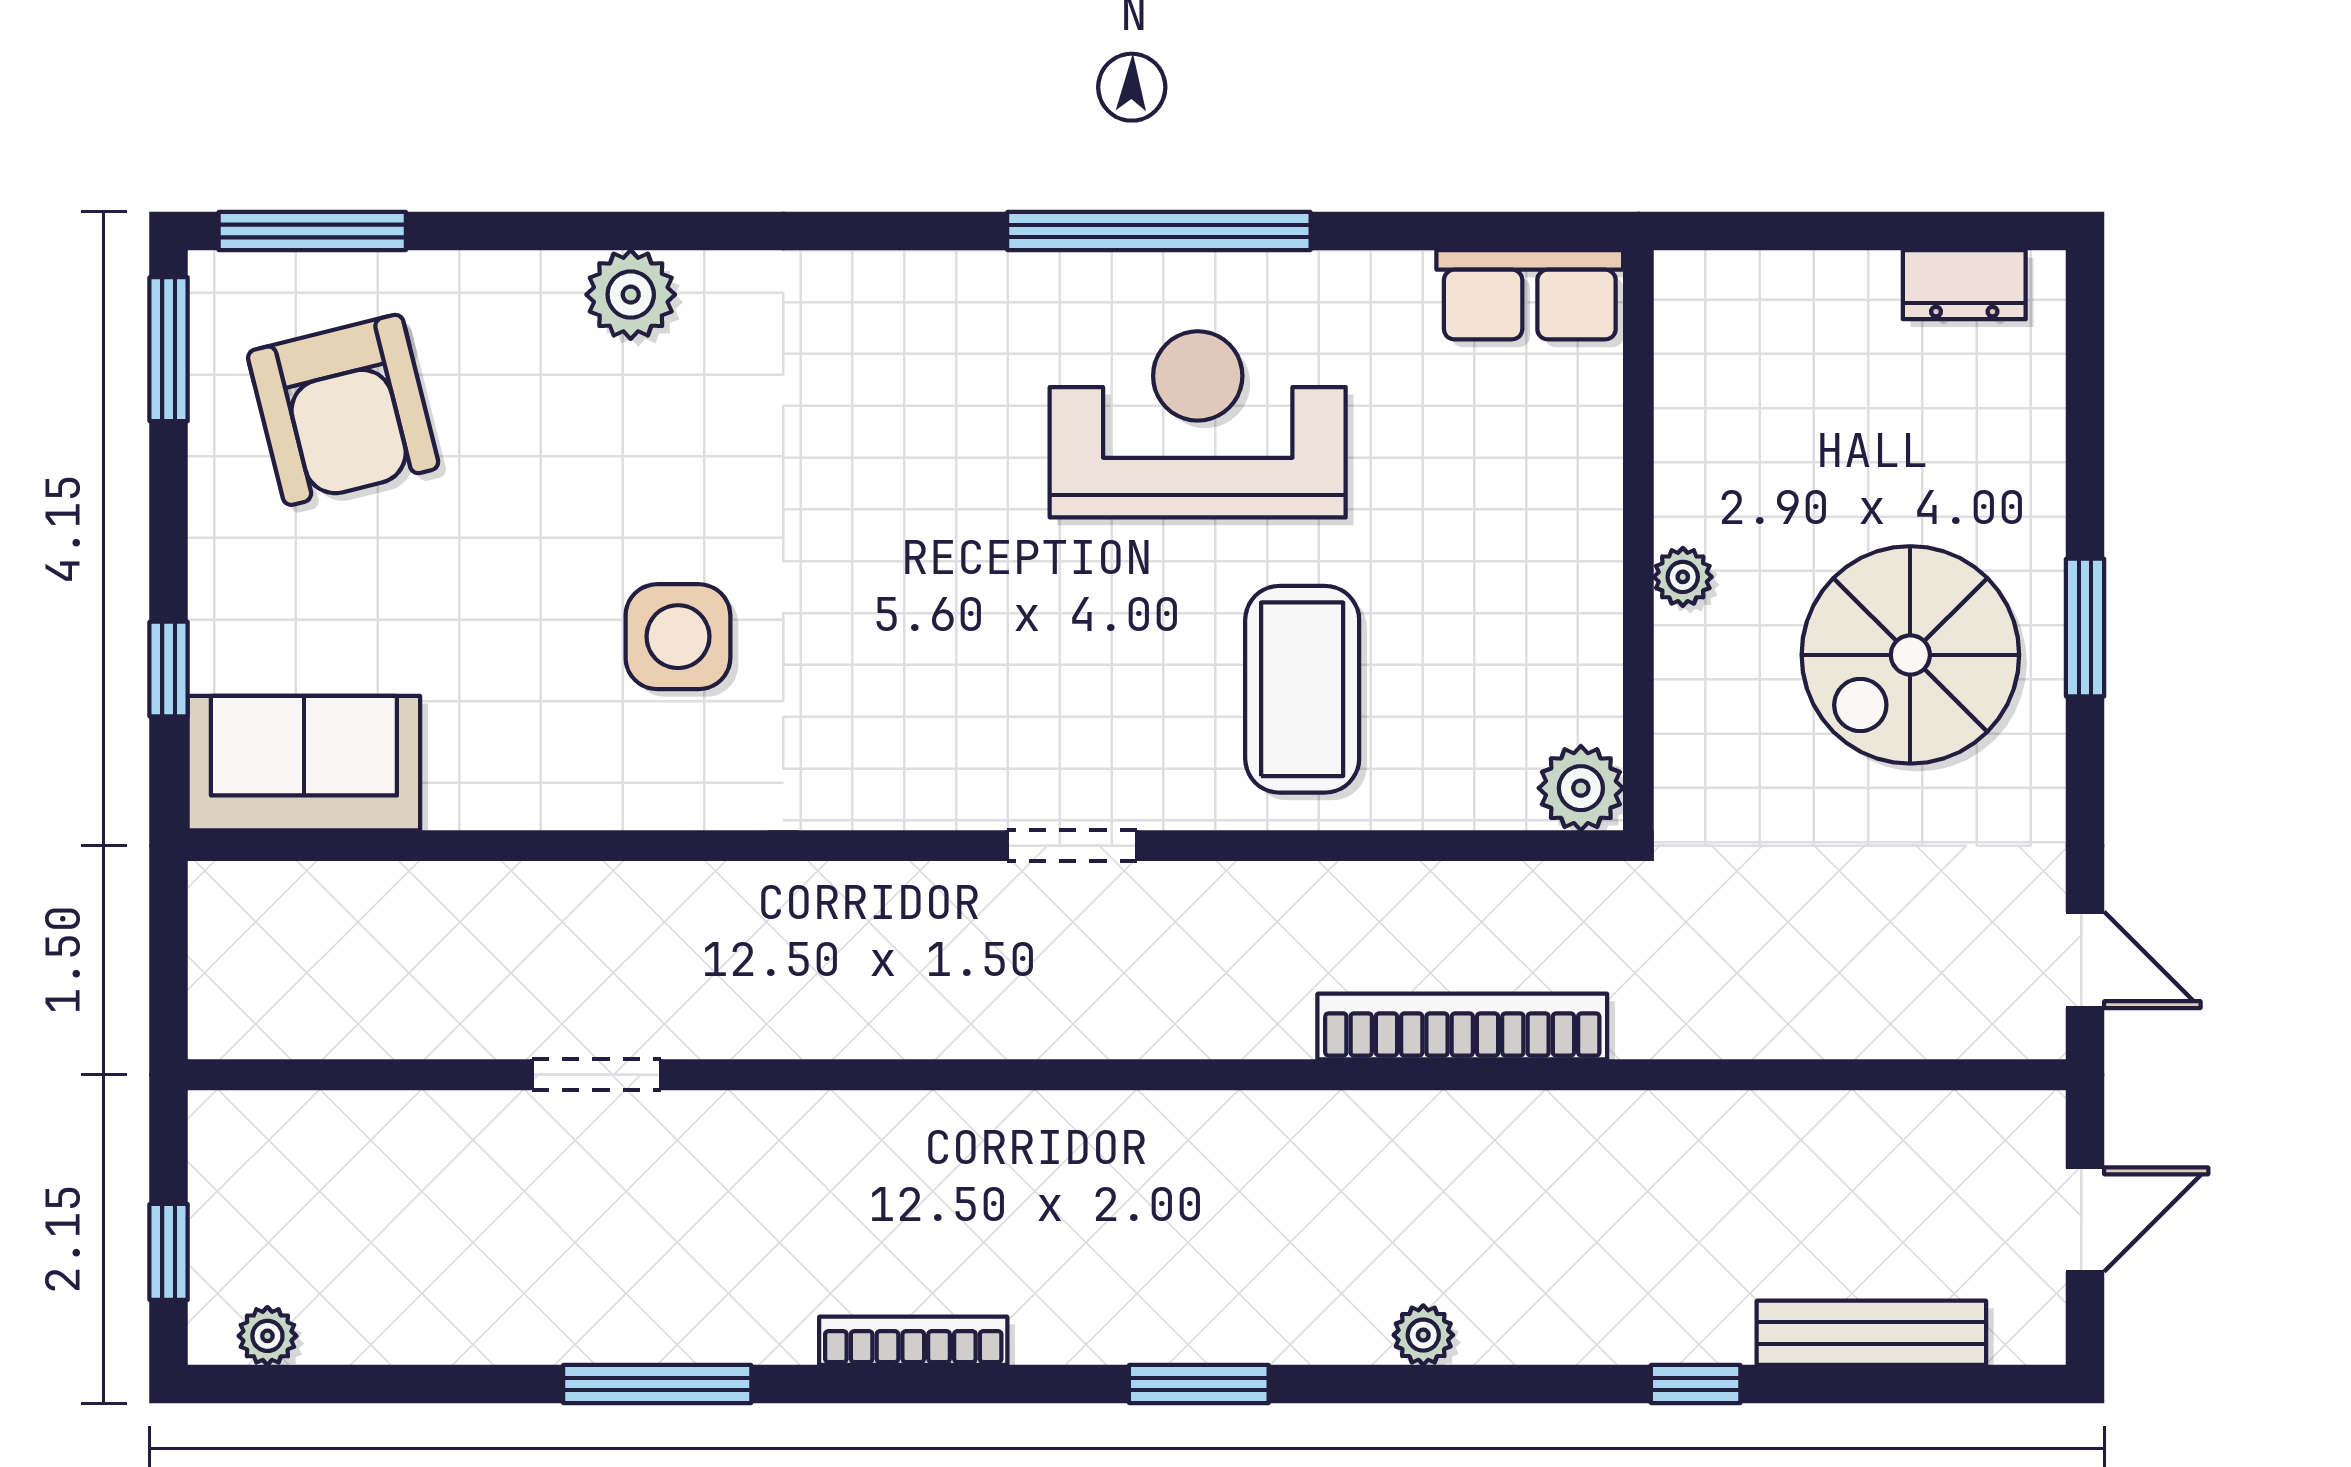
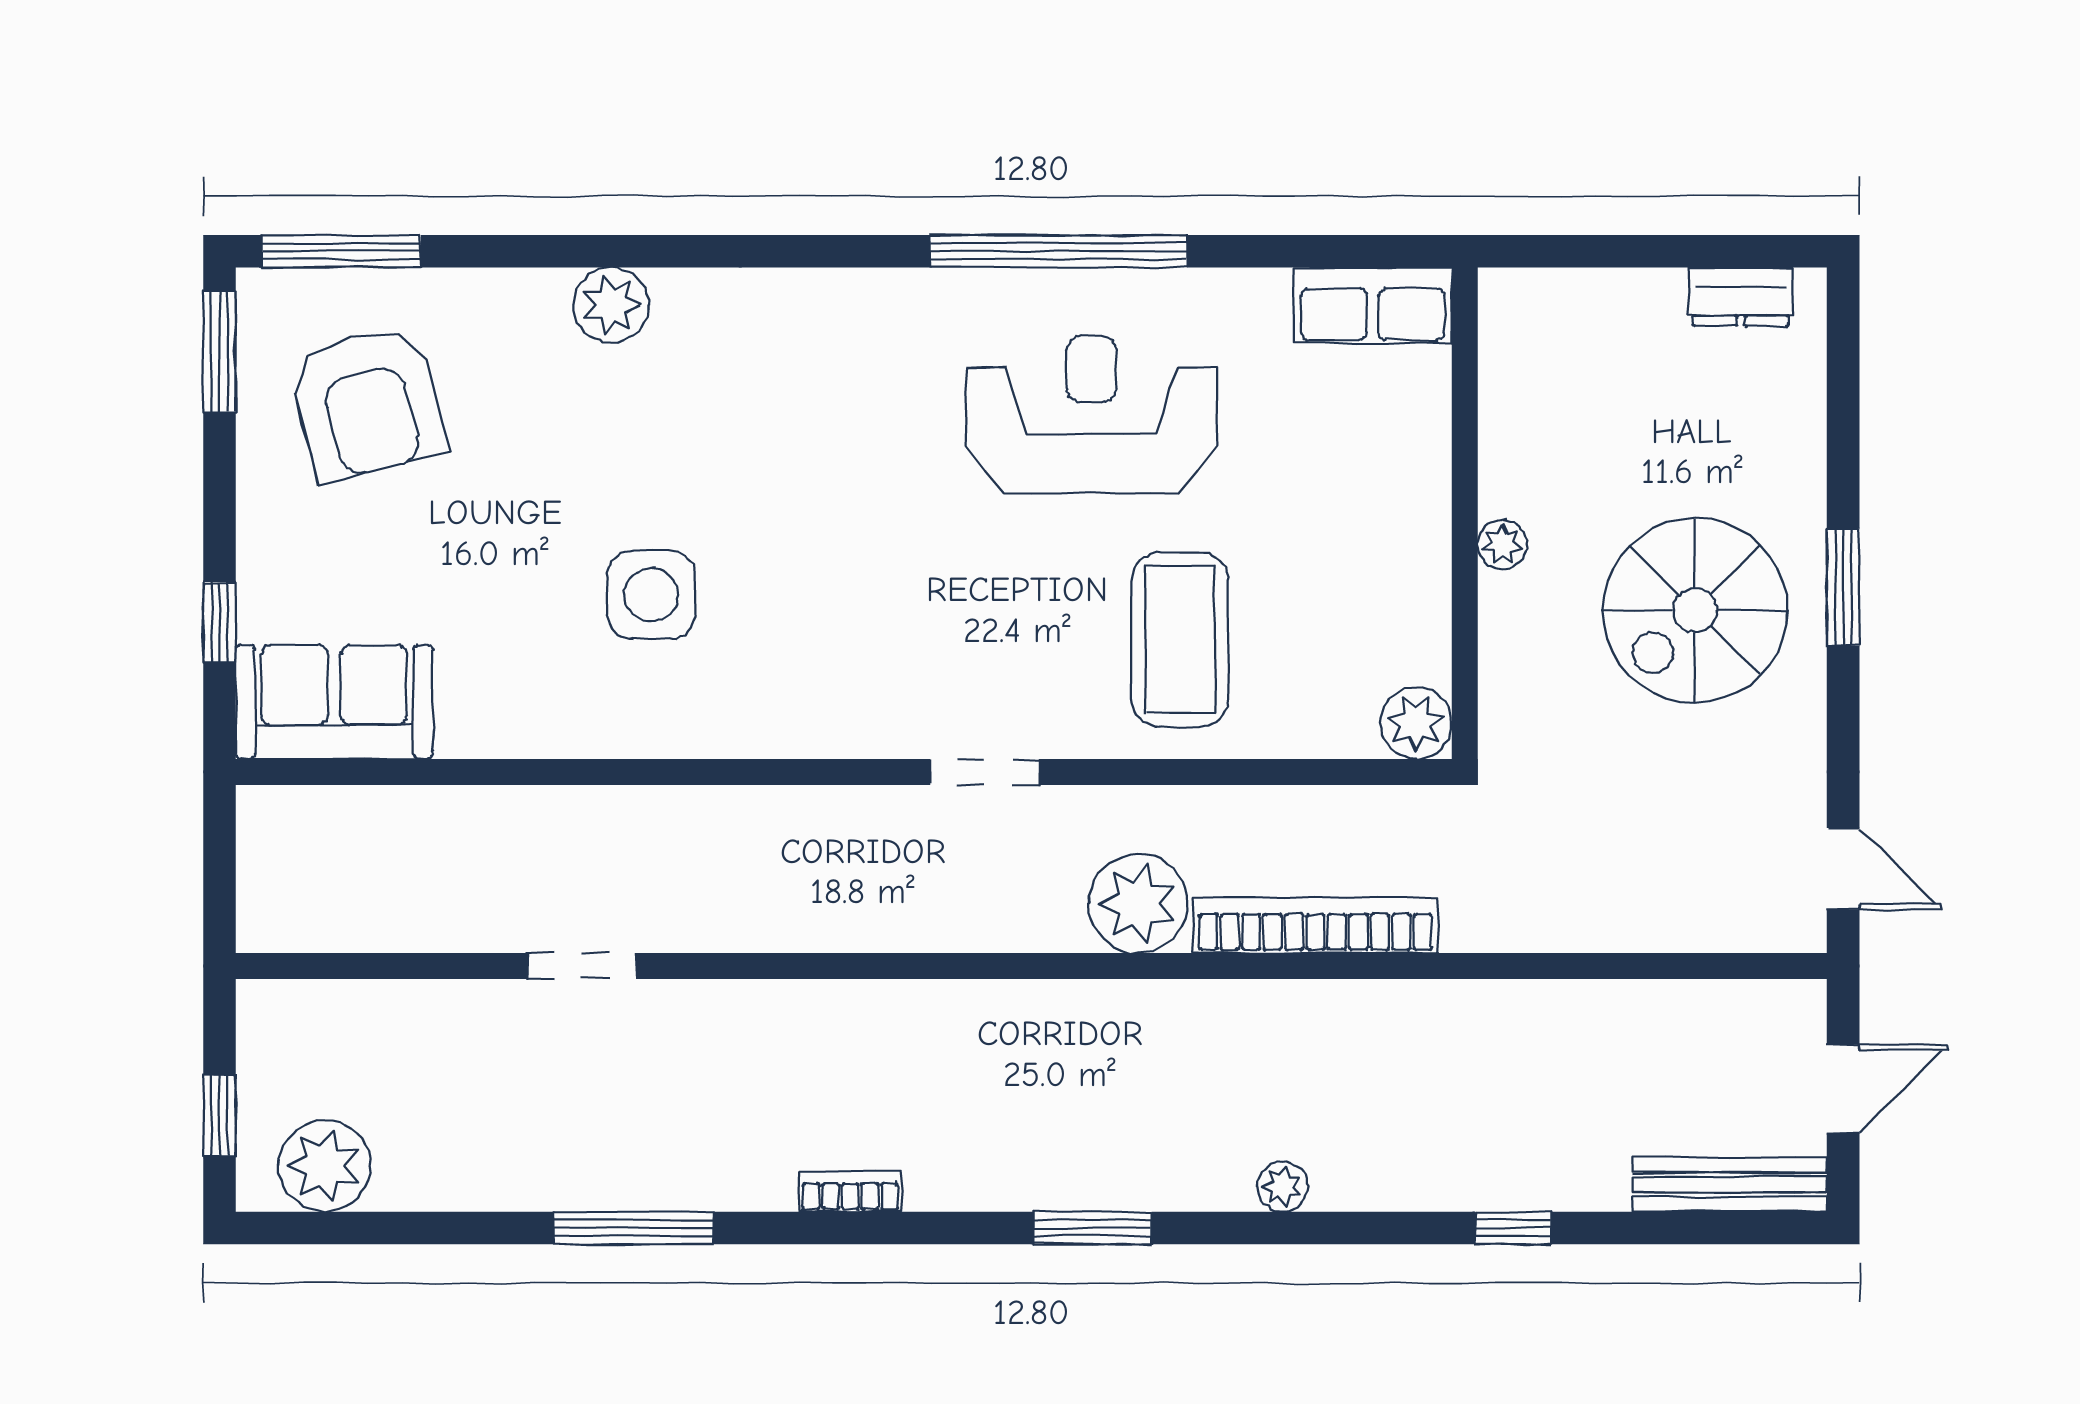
plant: (1253, 1001) -> (1138, 903), added
bench: (1871, 1333) -> (1730, 1185), moved
plant: (267, 1336) -> (325, 1166), width x1.87, depth x1.87
bookcase: (913, 1341) -> (850, 1191), width x0.64

